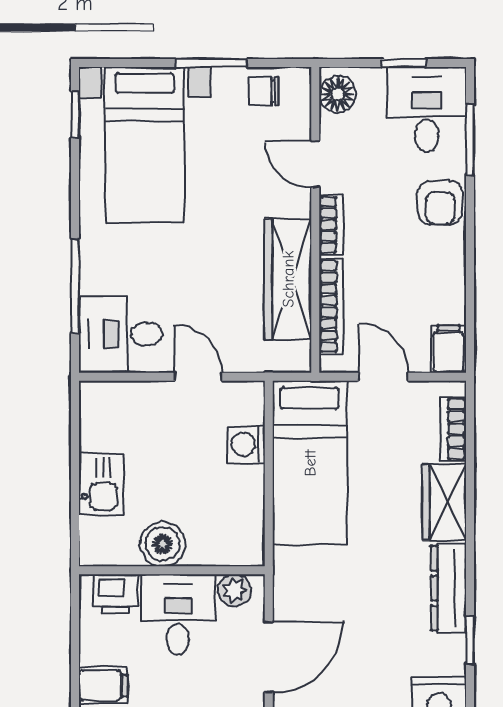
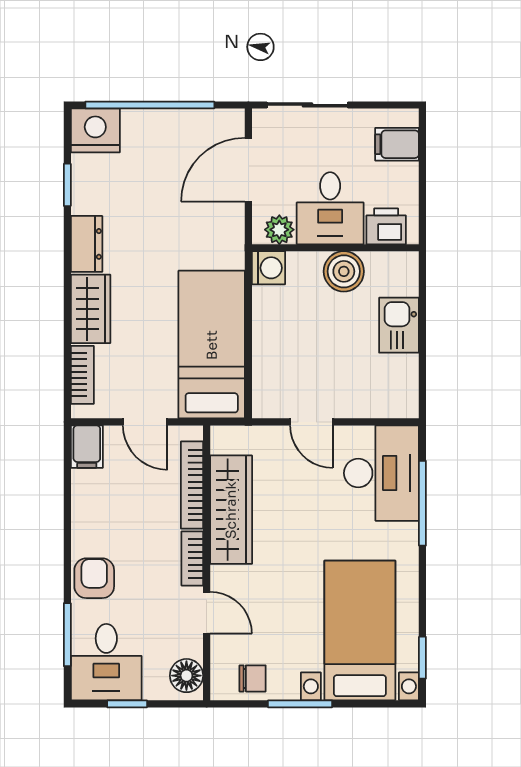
desk: (121, 334) -> (381, 473), width x1.37
washing machine: (246, 444) -> (268, 268), moved
dresser: (449, 588) -> (87, 244), width x0.70

